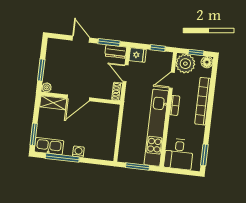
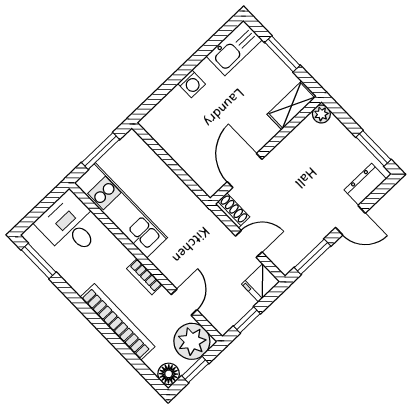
dresser: (116, 52) -> (365, 184), moved
window: (41, 70) -> (373, 148), moved
door: (78, 98) -> (245, 171), moved
kitchen unit: (156, 128) -> (121, 210), width x0.73
window: (34, 134) -> (282, 54), moved
window: (62, 158) -> (202, 54), removed

